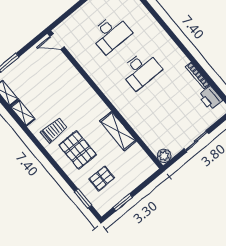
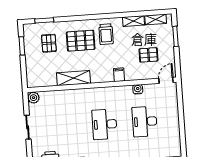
water cooler: (85, 62) -> (138, 89), added
pallet: (45, 76) -> (148, 55), added
filing cabinet: (84, 90) -> (119, 75), added

